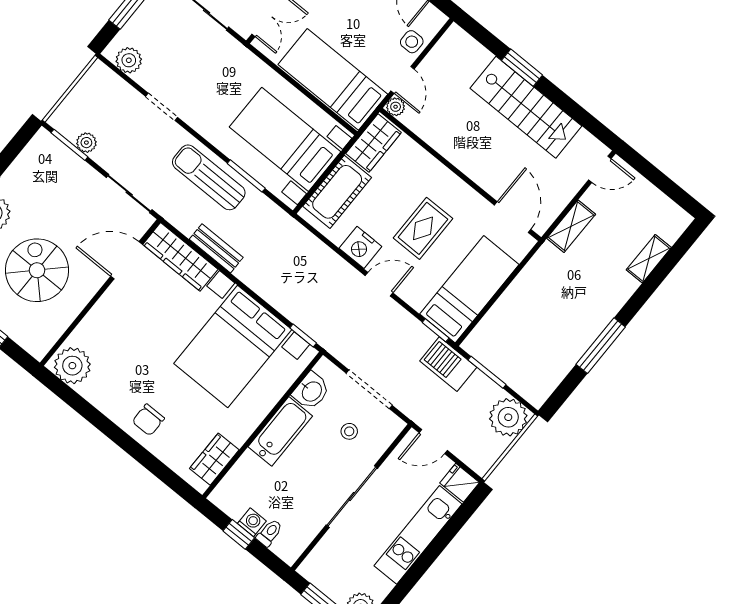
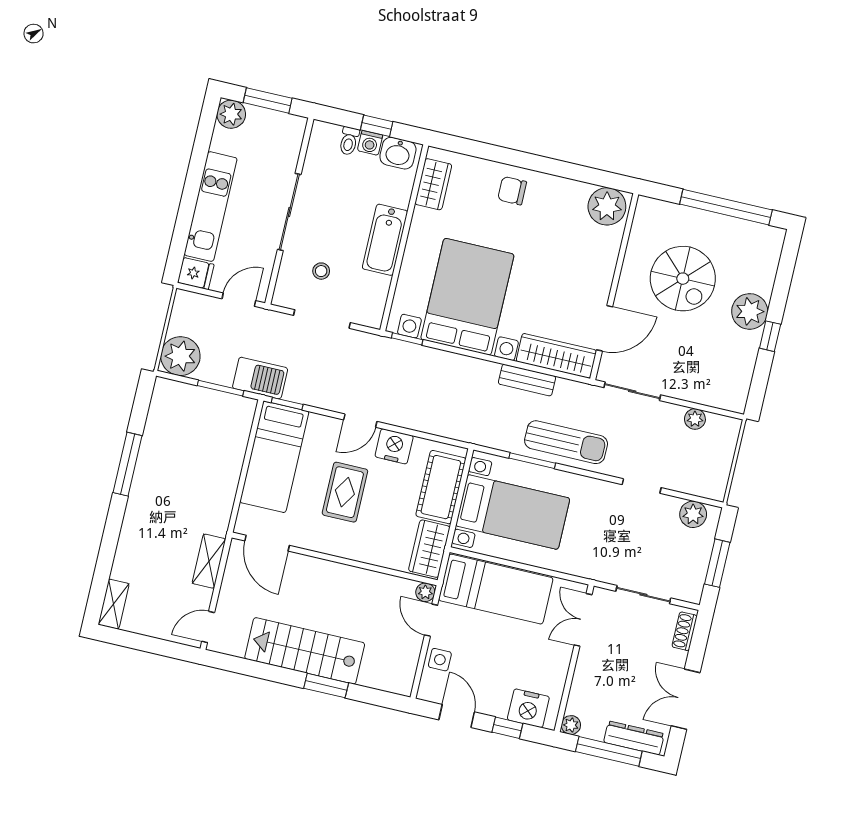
window: (69, 145) -> (710, 409), removed
shelving: (649, 259) -> (114, 604), moved
washbasin: (311, 391) -> (398, 153), moved, turned -90
chair: (148, 420) -> (512, 191), turned -90

